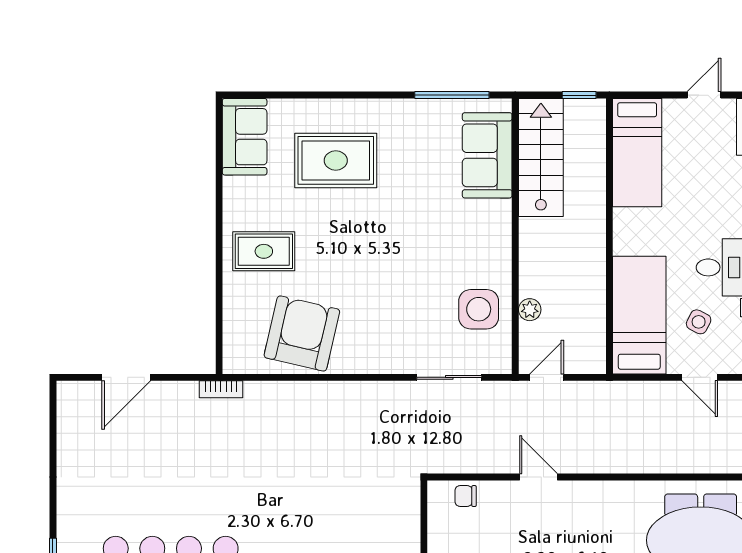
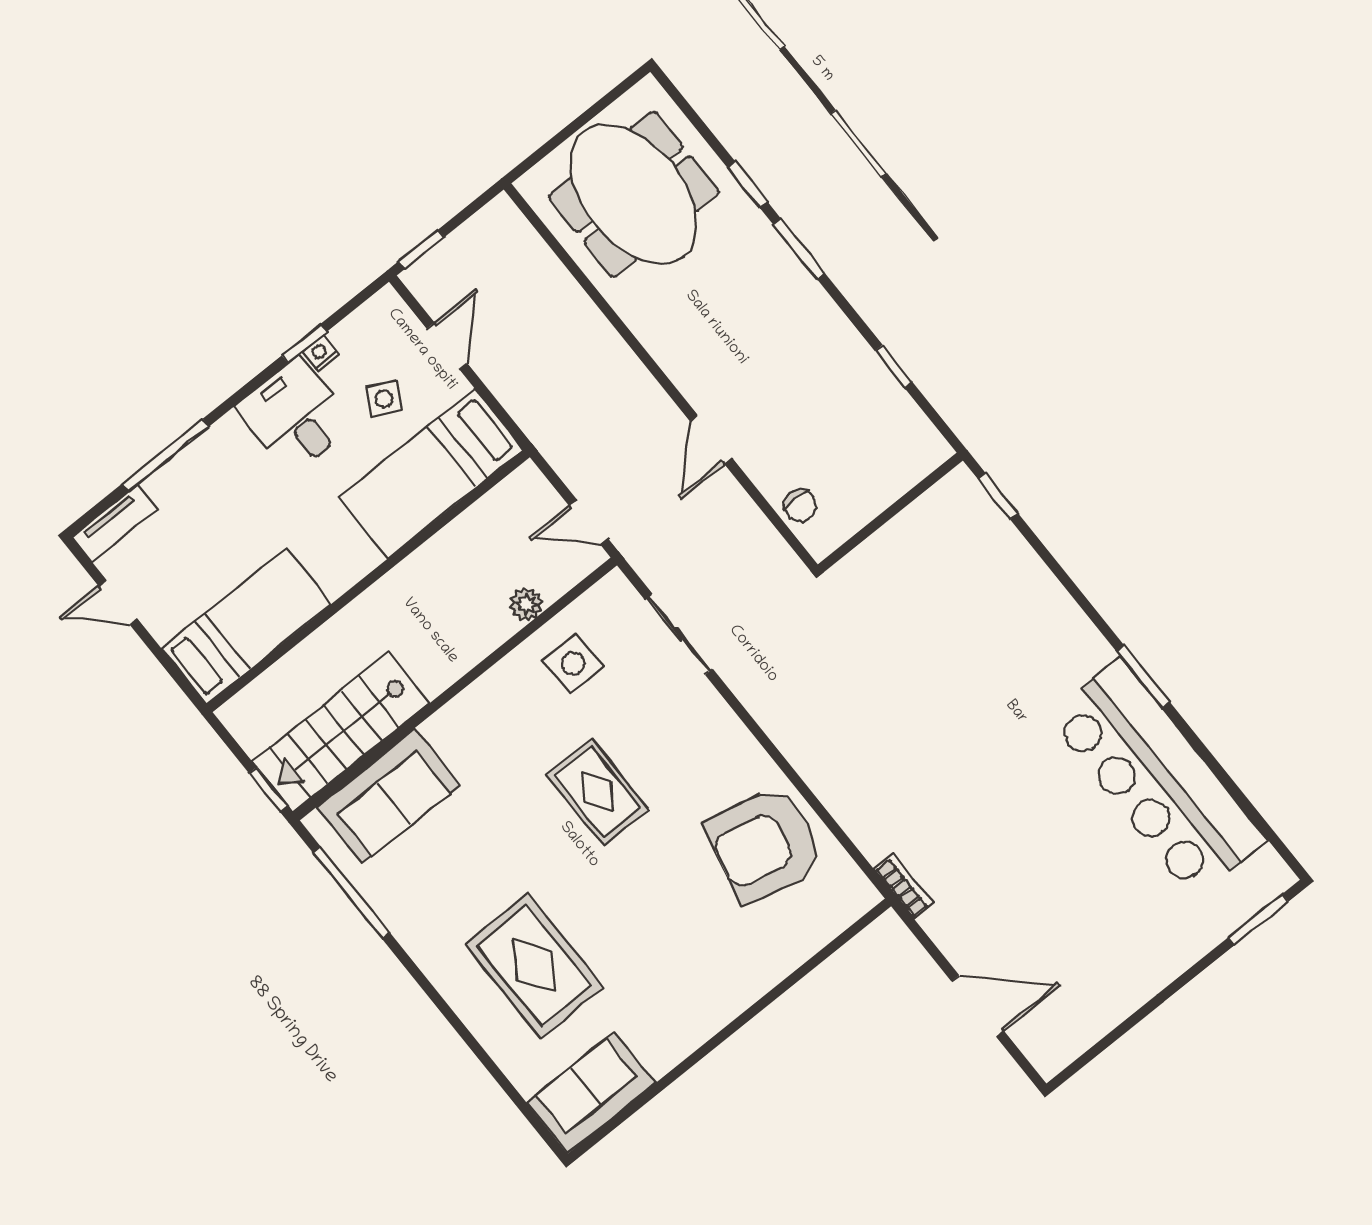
window: (579, 95) -> (269, 790), moved
rug: (264, 251) -> (598, 792), moved
side table: (479, 309) -> (573, 664), width x0.73, depth x0.73

